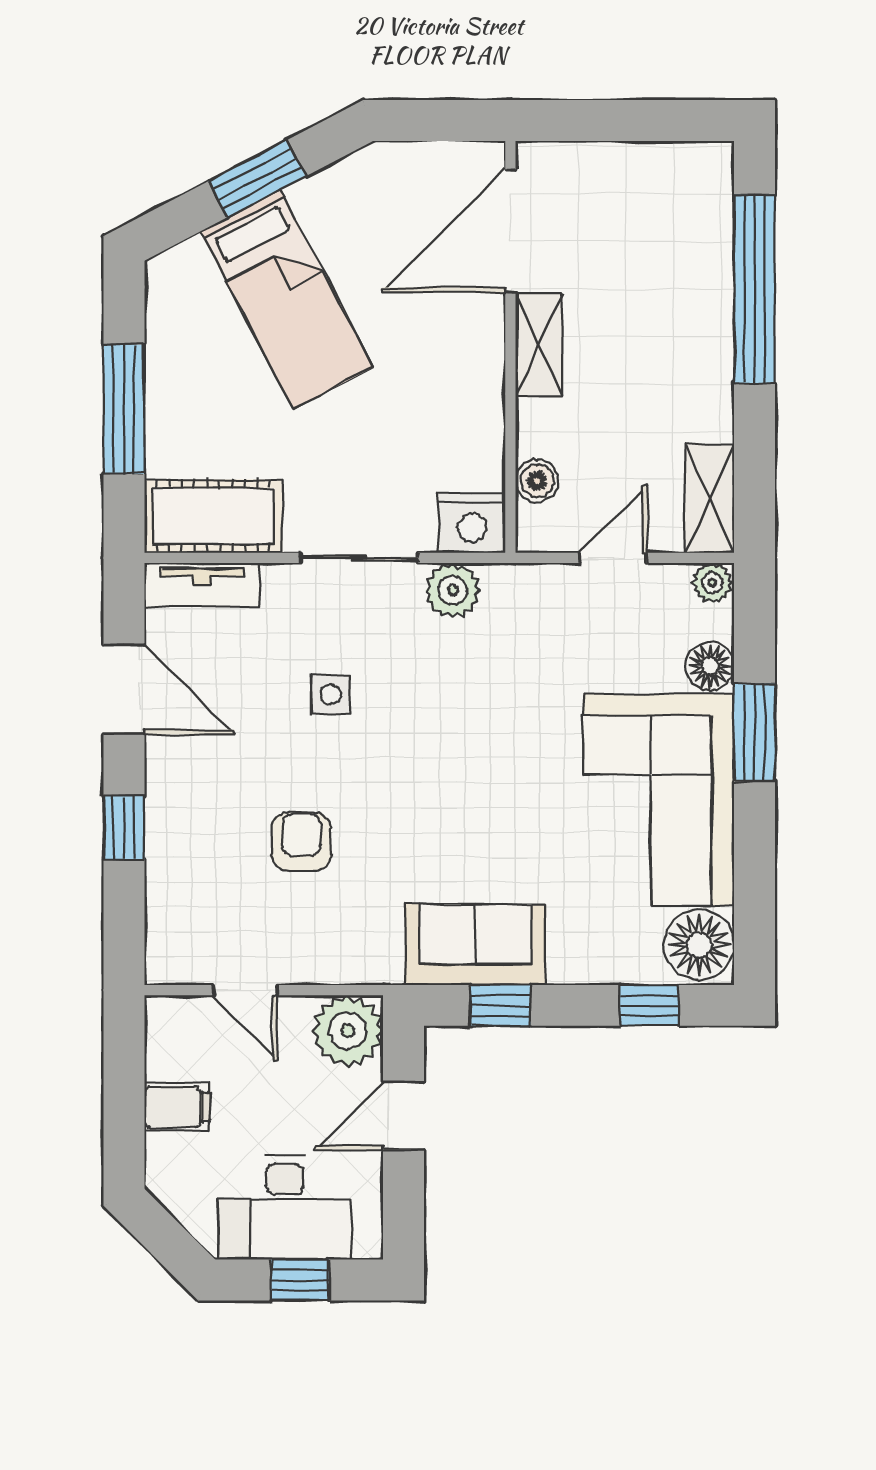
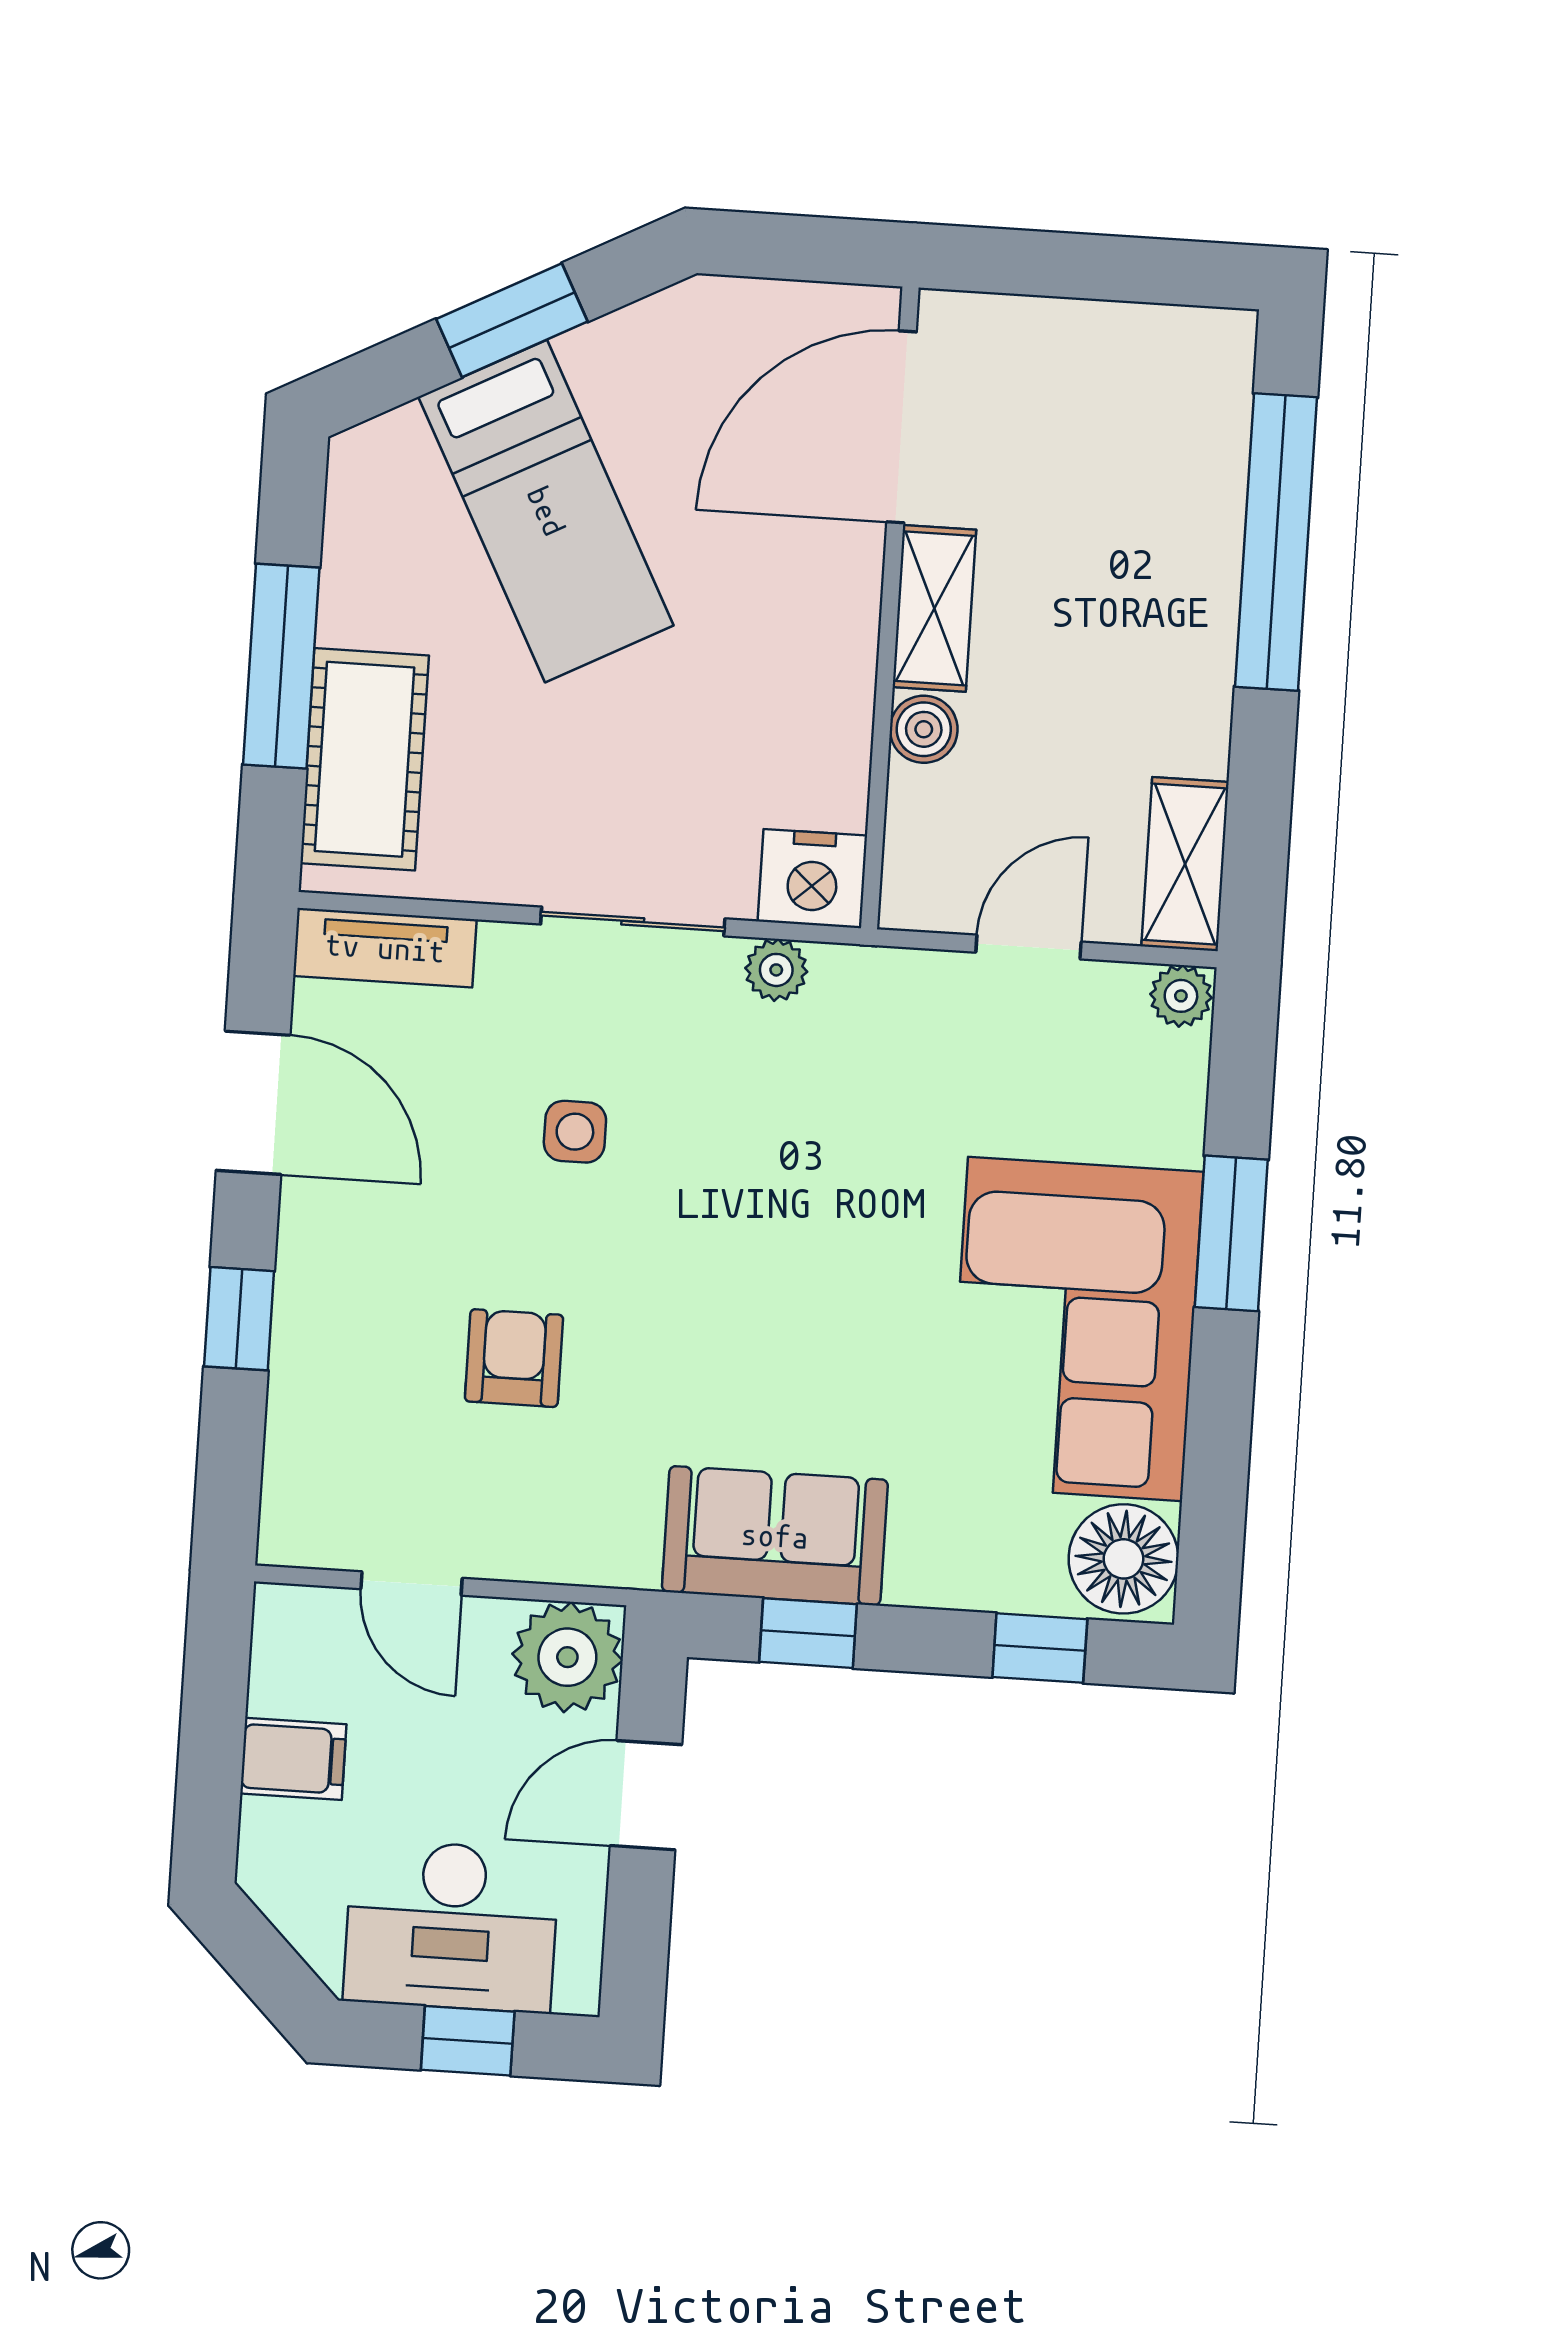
boiler: (537, 481) -> (924, 729), moved
cot: (213, 516) -> (365, 759), moved, turned 90
plant: (453, 590) -> (776, 970), width x0.73, depth x0.73
floor lamp: (710, 666) -> (1169, 1125), removed

